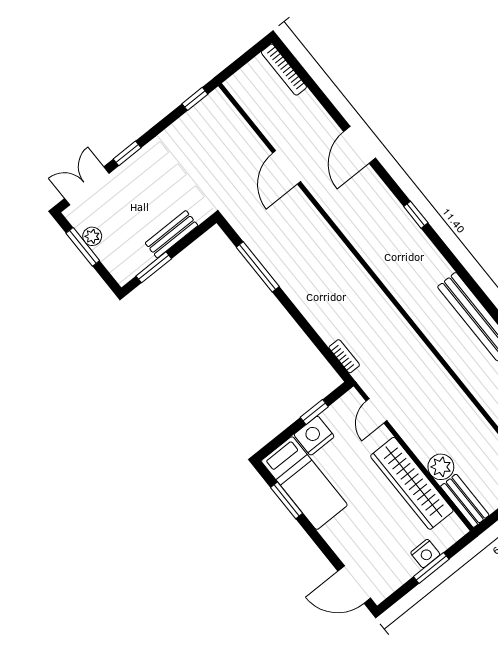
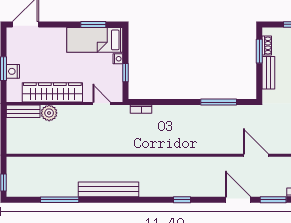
window: (325, 101) -> (273, 200), added
shoe rack: (139, 264) -> (267, 46), added
nightstand: (314, 436) -> (118, 59), width x0.53, depth x0.56

